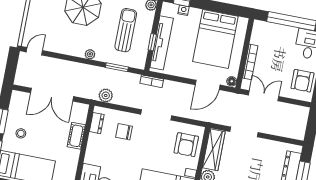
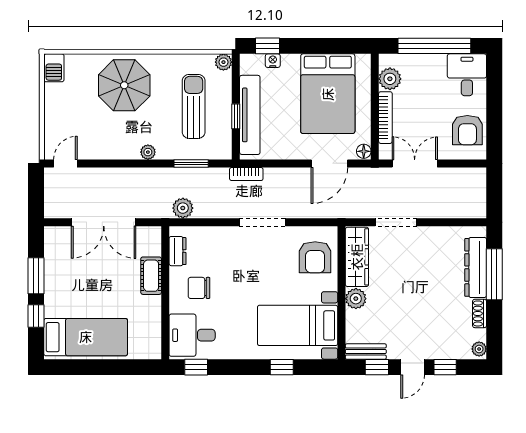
plant: (258, 37) -> (390, 79), added
chair: (124, 132) -> (199, 288), moved
stool: (21, 133) -> (69, 288), removed

